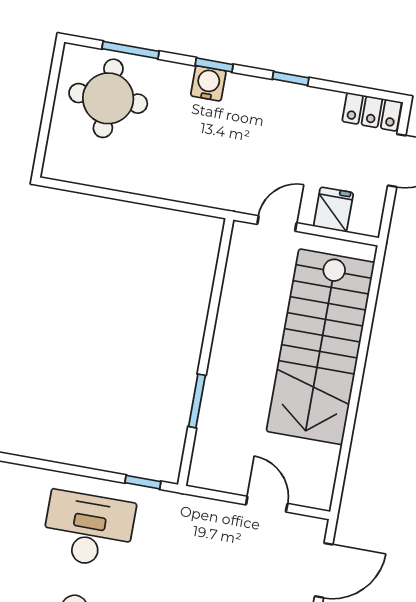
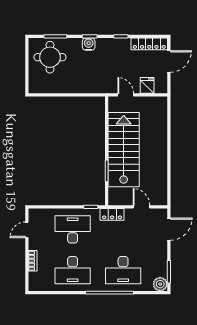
locker: (372, 112) -> (149, 44), width x1.53
door: (277, 224) -> (126, 95), hinge flipped
stairs: (321, 347) -> (124, 150), moved, turned 180
locker: (192, 510) -> (112, 214), added

